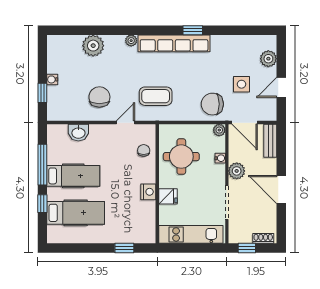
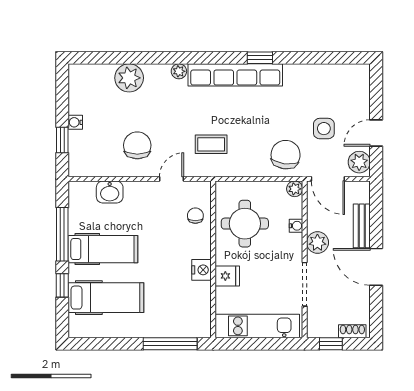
plant: (268, 59) -> (359, 162), moved
coffee table: (156, 96) -> (211, 144), width x0.73, depth x0.77
chair: (212, 104) -> (286, 155), turned 98
bench: (270, 141) -> (362, 226), moved
window: (124, 248) -> (170, 344), width x2.17

